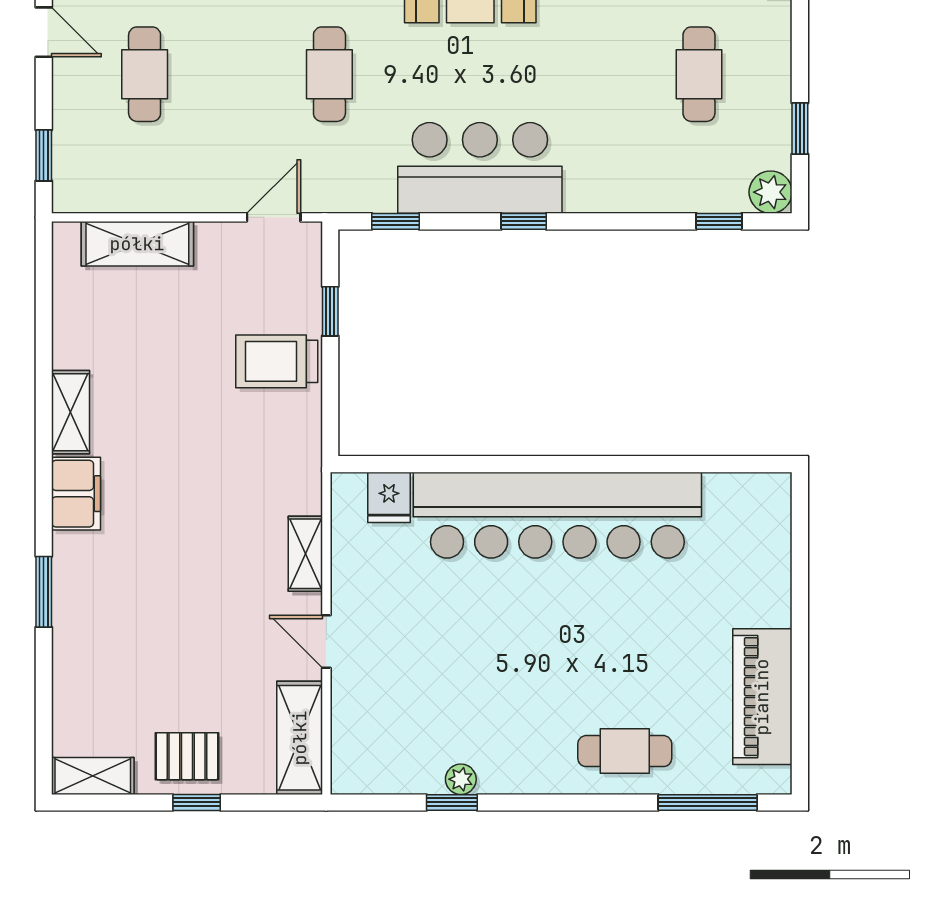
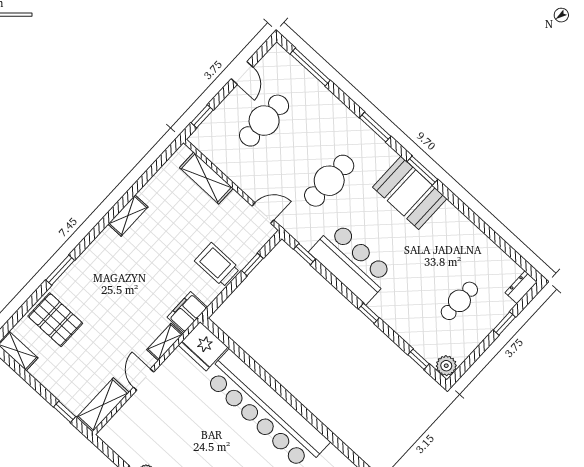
cafe table: (145, 74) -> (264, 121), width x1.37, depth x1.35
cafe table: (329, 74) -> (329, 181), width x1.37, depth x1.35
window: (800, 129) -> (504, 324), moved
window: (524, 221) -> (369, 313), moved
filing cabinet: (76, 494) -> (187, 312), moved, turned 180
fridge: (389, 497) -> (203, 346), width x1.88, depth x1.34
pallet: (187, 756) -> (55, 320), moved, width x1.50, depth x1.42
window: (197, 802) -> (65, 412), moved

